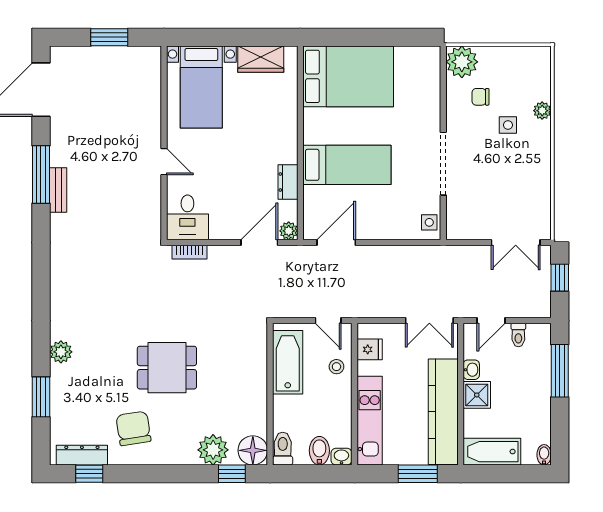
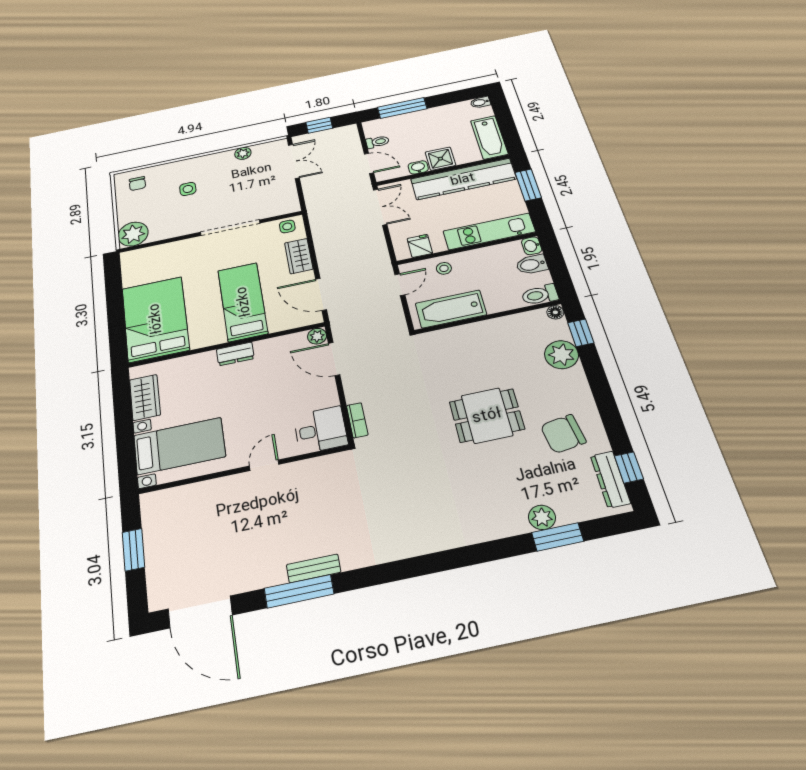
chair: (480, 97) -> (137, 184), moved
plant: (542, 111) -> (243, 153), moved
dresser: (288, 182) -> (235, 354), moved
wardrobe: (389, 228) -> (299, 256), added
plant: (61, 352) -> (542, 517), moved
dining table: (167, 368) -> (487, 415), turned 90
floor lamp: (253, 450) -> (555, 312), width x0.53, depth x0.53

